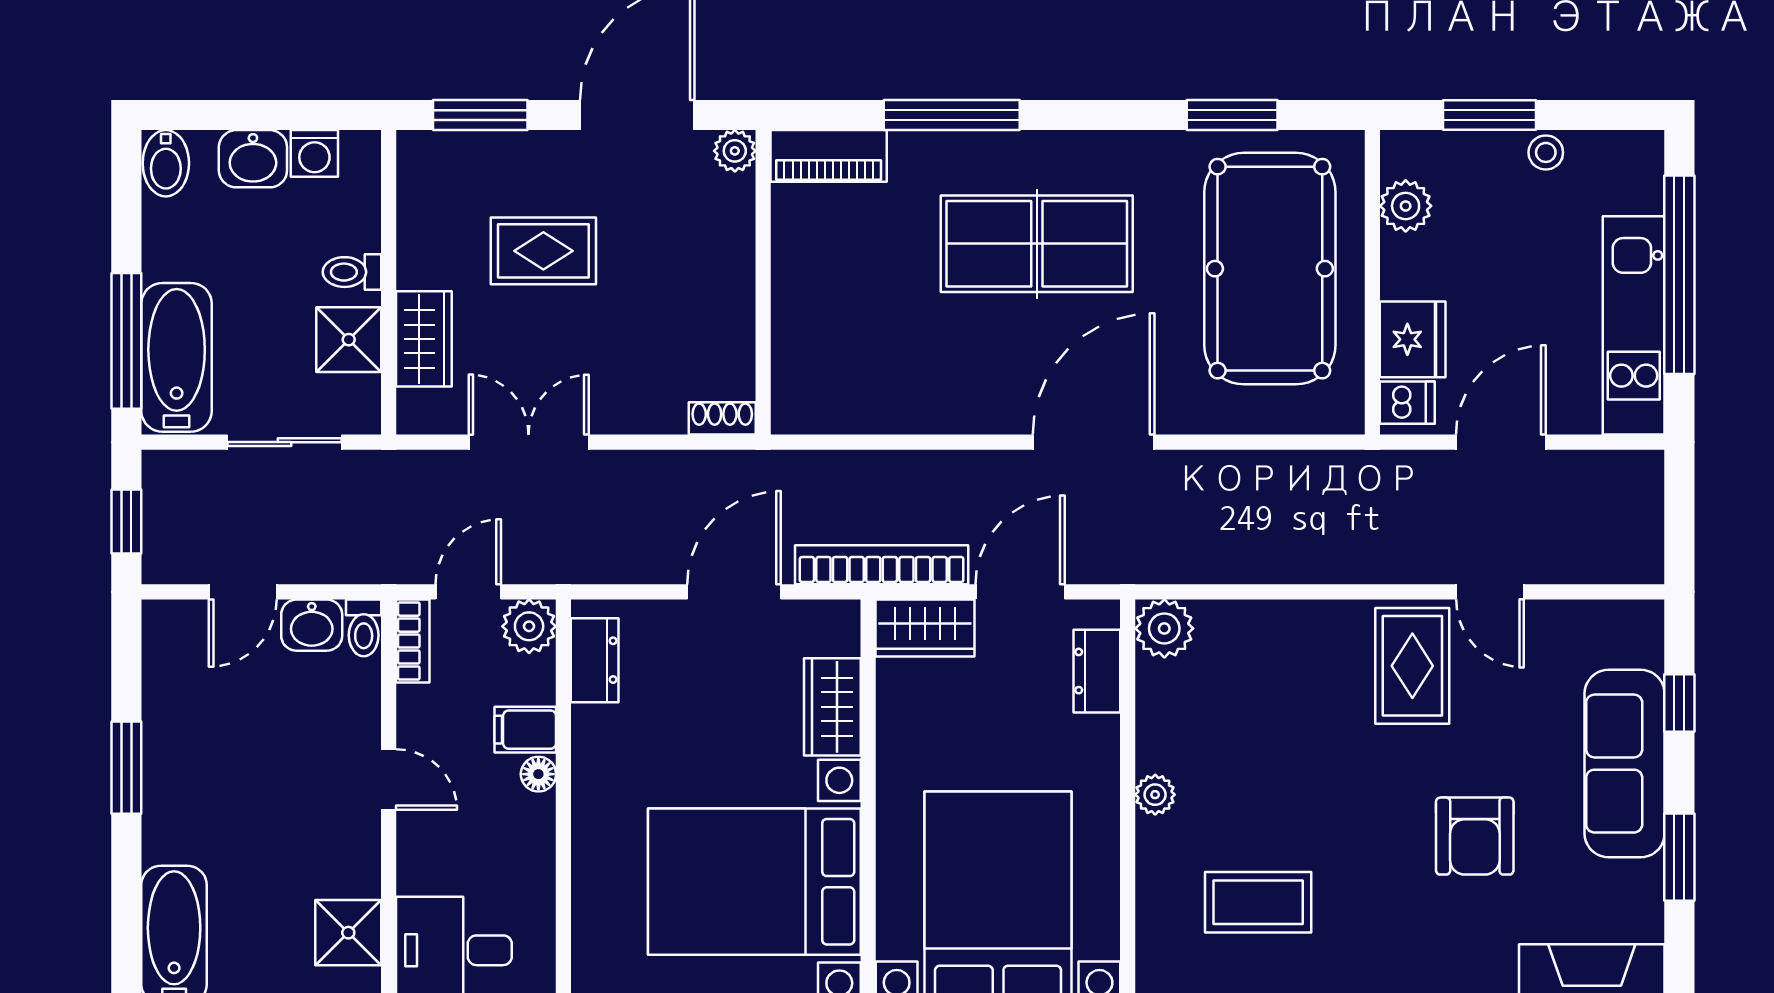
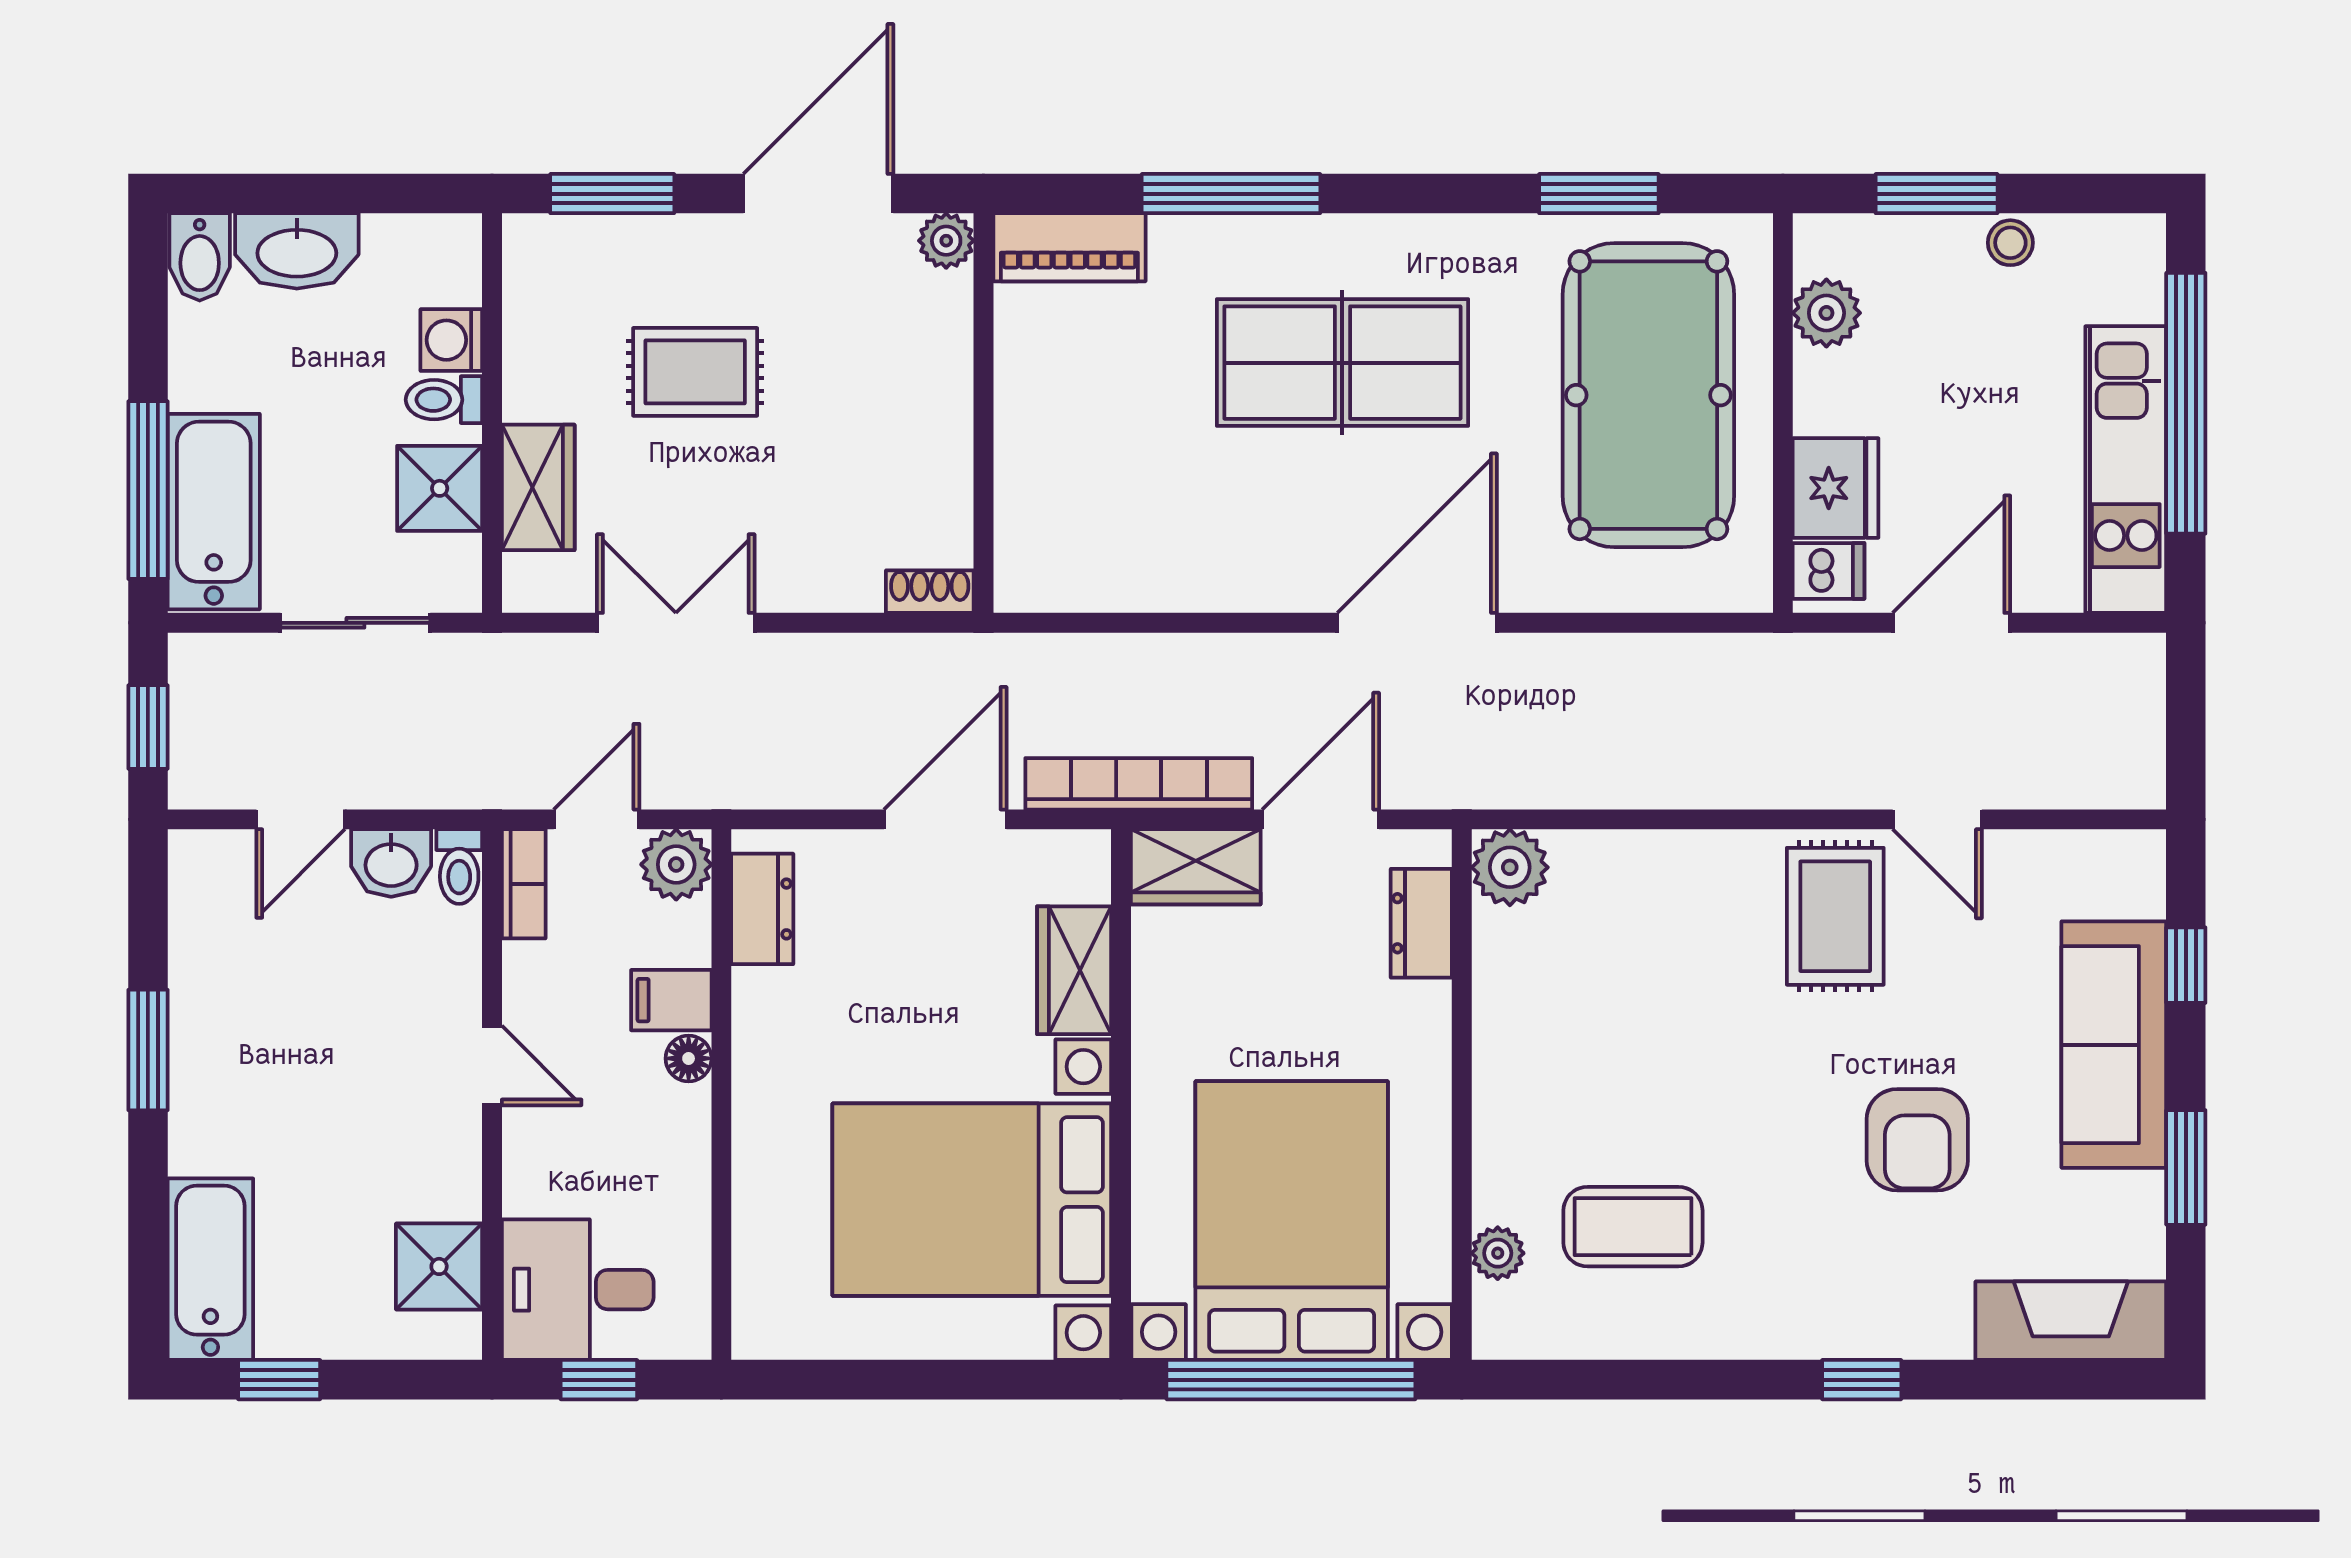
washing machine: (314, 153) -> (451, 340), moved, turned 90
washbasin: (253, 159) -> (297, 251), width x1.38
plant: (1155, 795) -> (1498, 1253), moved

